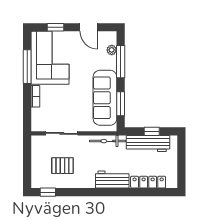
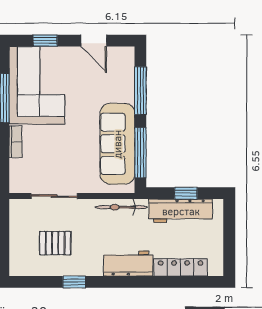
plant: (112, 50) -> (127, 74), removed
window: (121, 104) -> (140, 153), width x1.44
window: (48, 192) -> (74, 282), moved

